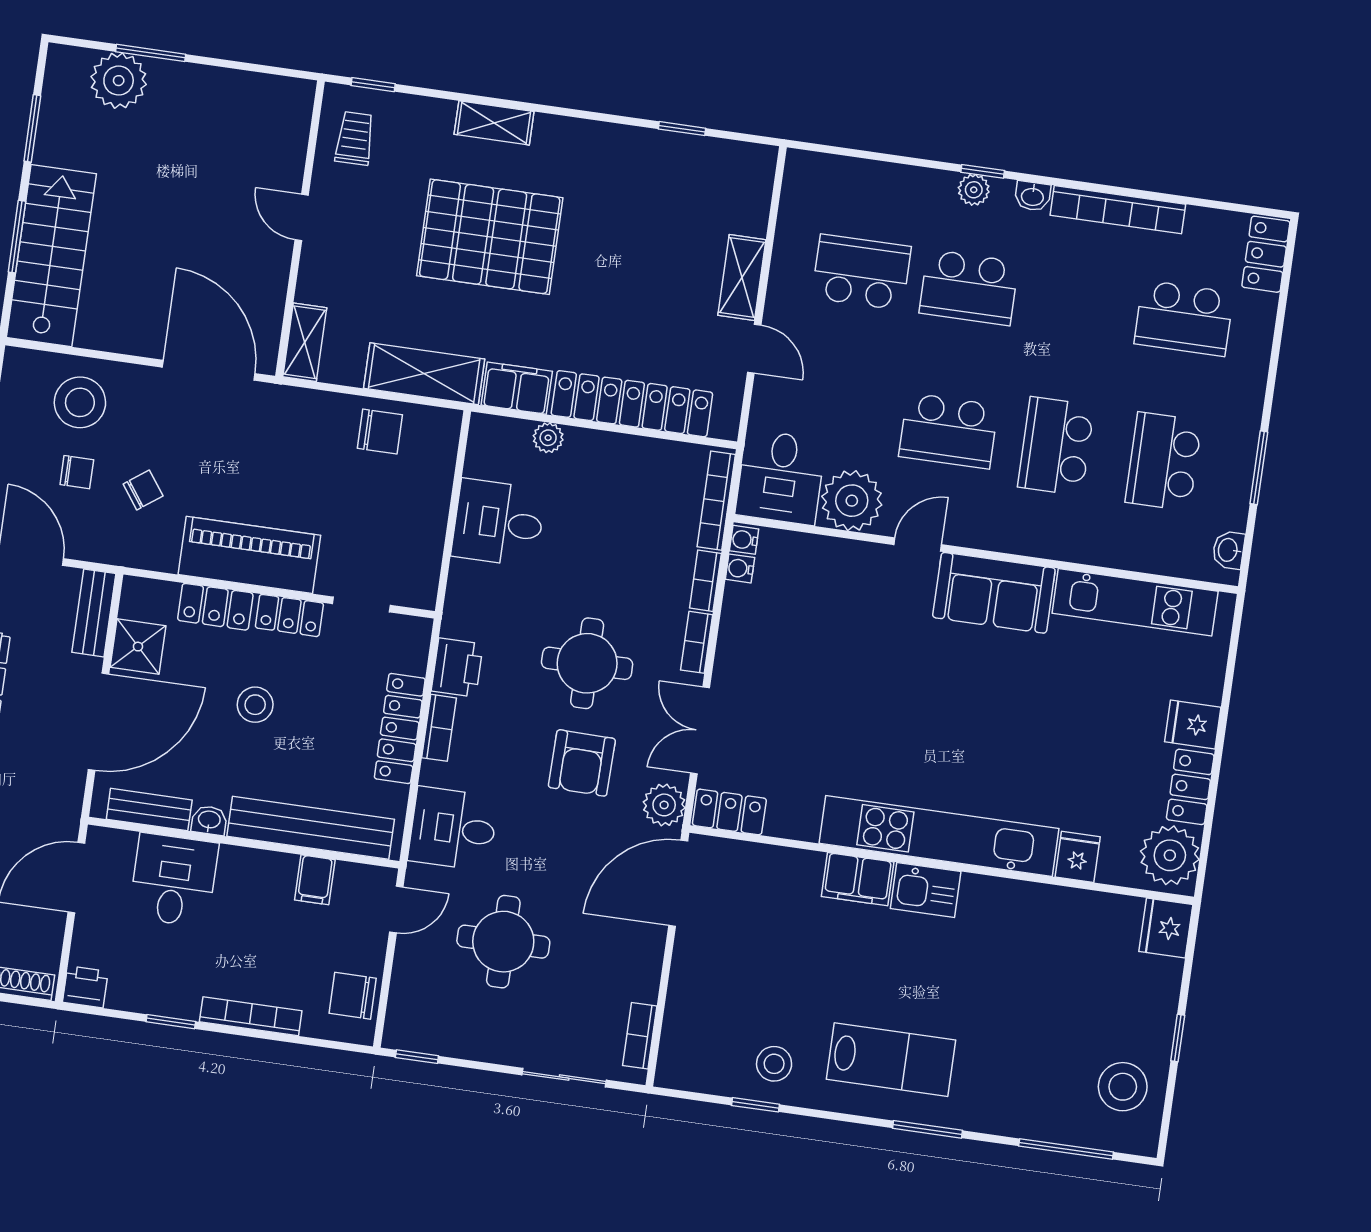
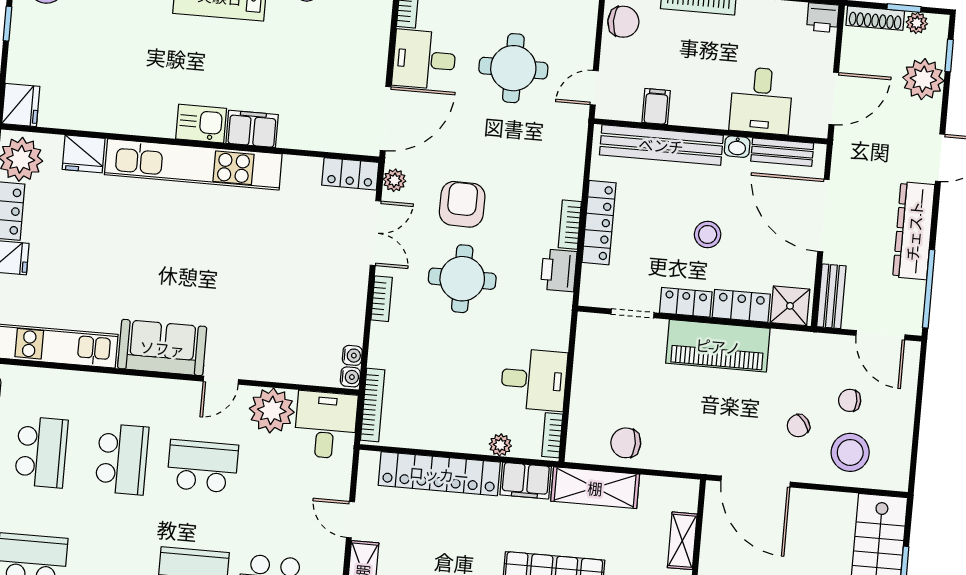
shelving: (305, 342) -> (682, 541), moved
chair: (143, 490) -> (798, 426), moved
bookcase: (705, 581) -> (552, 435), moved, turned 180
shower: (138, 647) -> (790, 306), moved
door: (99, 722) -> (823, 215), hinge flipped
plant: (664, 805) -> (395, 180), width x0.73, depth x0.73
desk: (453, 829) -> (424, 60), moved, turned 180
fridge: (1078, 857) -> (84, 154), width x1.38

